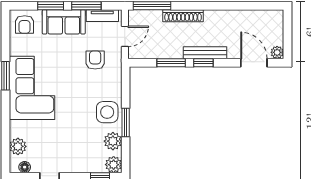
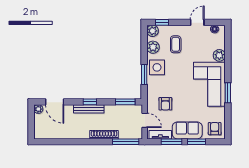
door: (125, 36) -> (145, 120), swing flipped
window: (171, 63) -> (125, 102), moved
window: (126, 123) -> (144, 74), moved
coffee table: (80, 145) -> (176, 44), added
plant: (18, 146) -> (219, 55), moved

